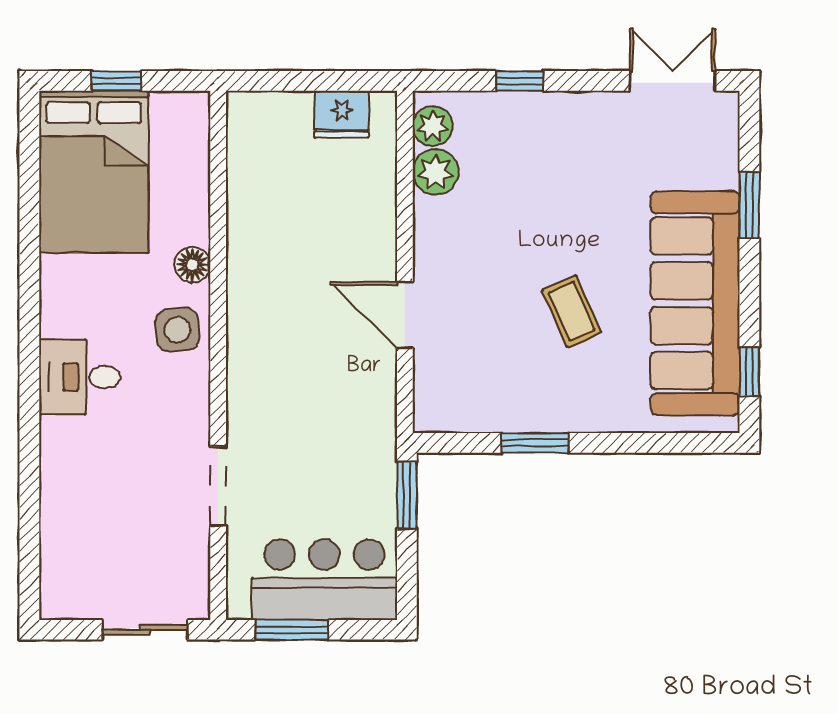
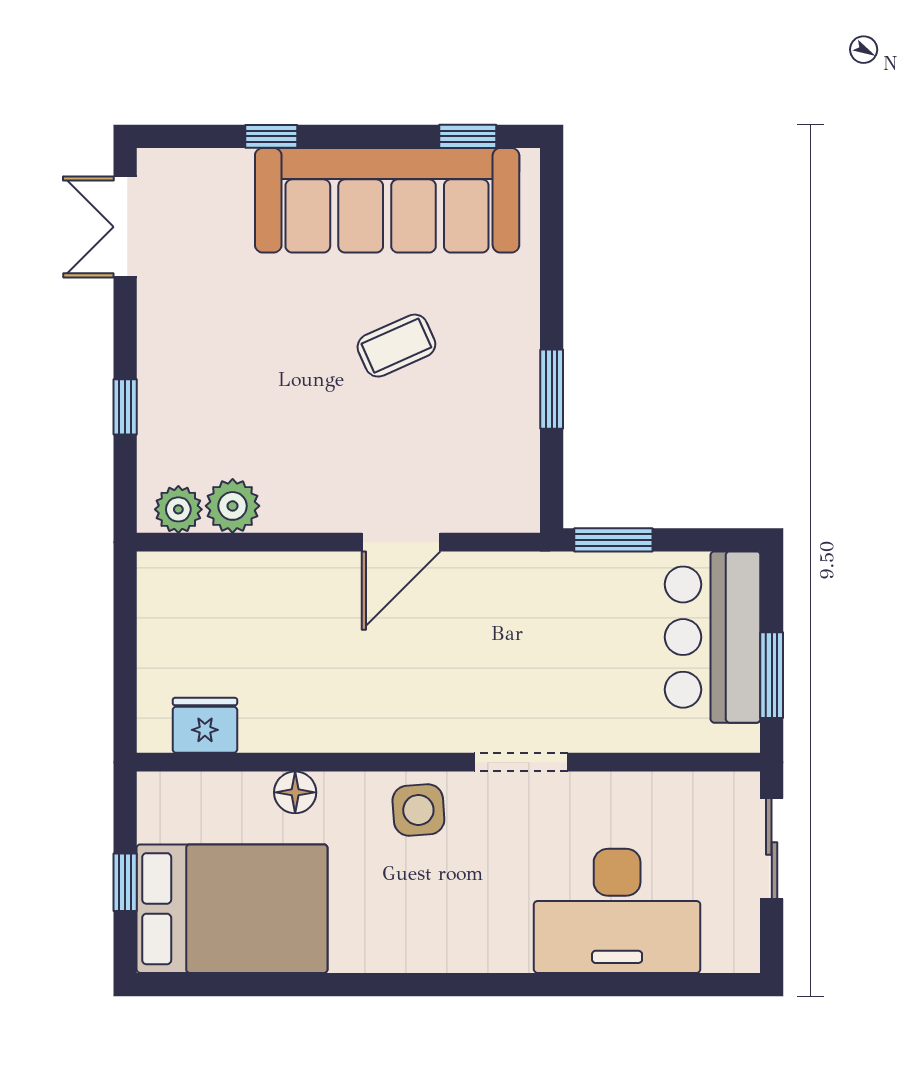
fridge: (342, 114) -> (205, 725), moved, turned -90
window: (749, 205) -> (271, 136), width x0.67
floor lamp: (192, 265) -> (295, 792), moved
desk: (80, 377) -> (617, 911), moved, width x1.87, depth x1.30
doorway: (218, 486) -> (521, 762), moved

